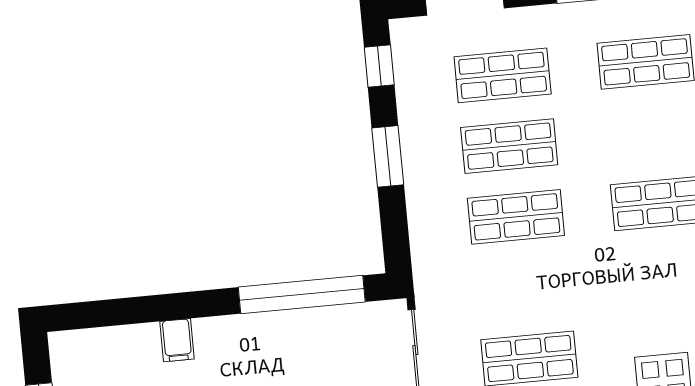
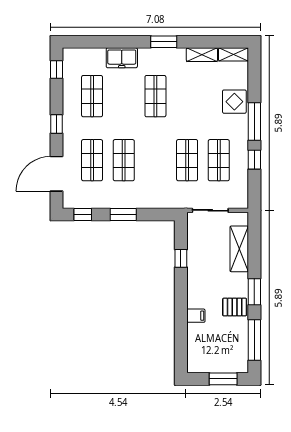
shop shelf: (516, 217) -> (187, 160), moved
window: (302, 295) -> (181, 258), width x0.32

